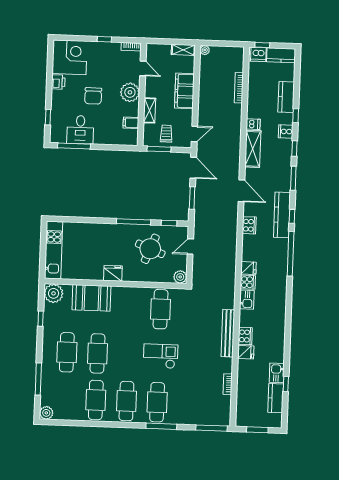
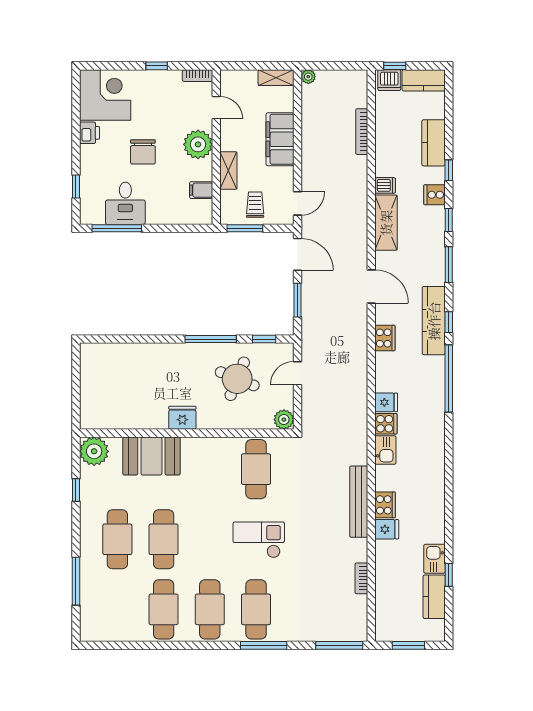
kitchen unit: (54, 250) -> (92, 386), removed
plant: (46, 413) -> (90, 632), removed

